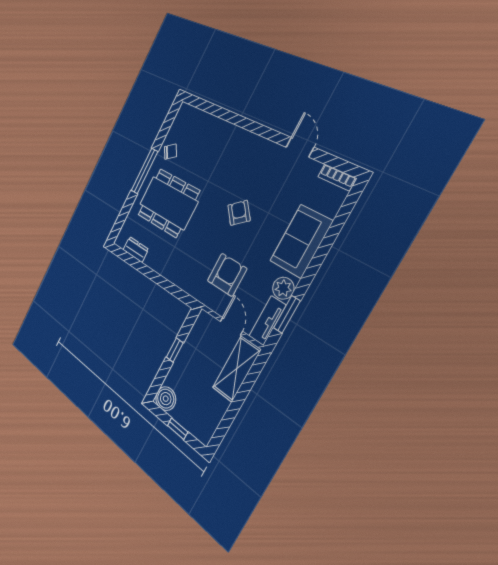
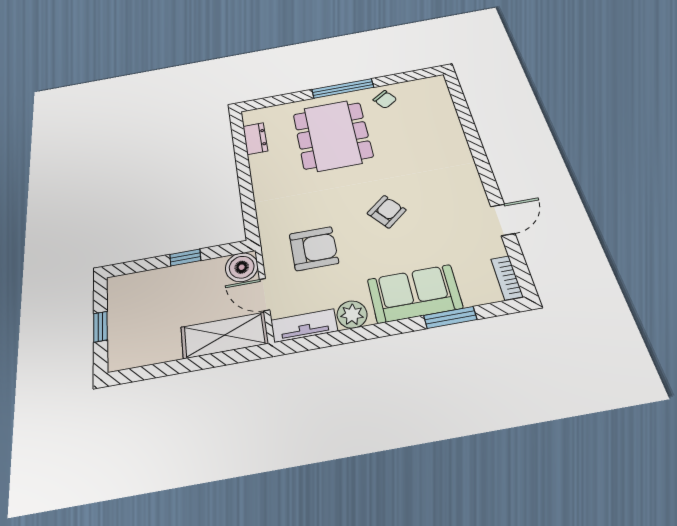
window: (287, 314) -> (450, 318), moved
door: (231, 326) -> (265, 295), swing flipped
boiler: (166, 399) -> (242, 267), moved

